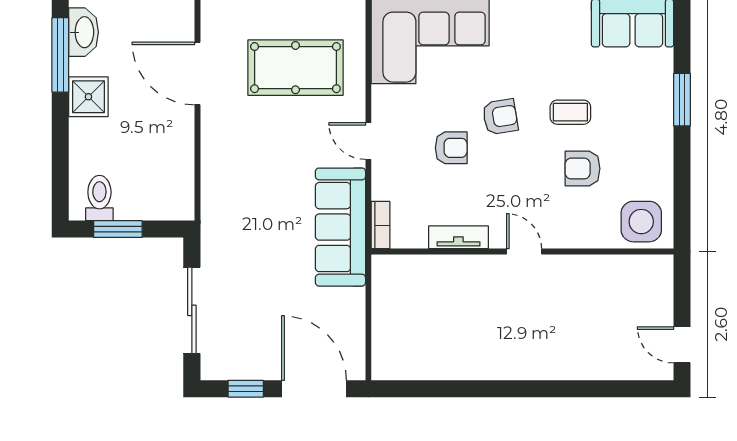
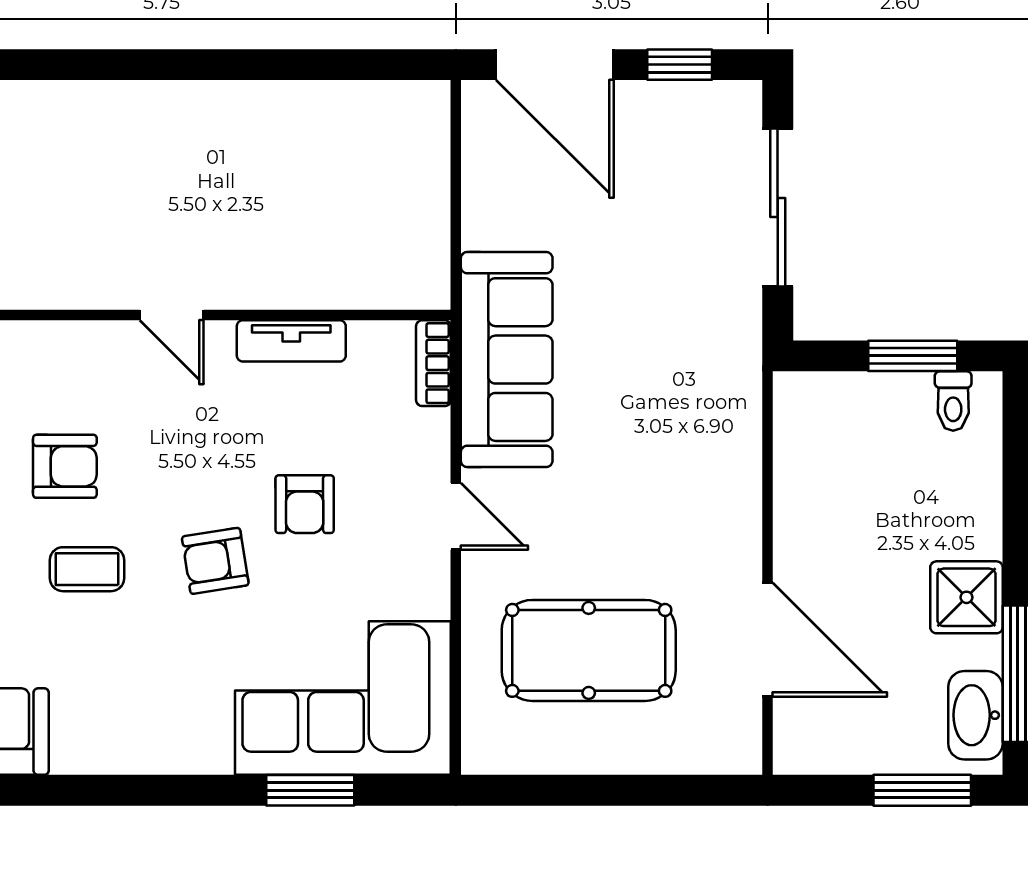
armchair: (451, 148) -> (305, 504), turned -90
toilet: (99, 198) -> (953, 401), width x0.73, depth x0.72

